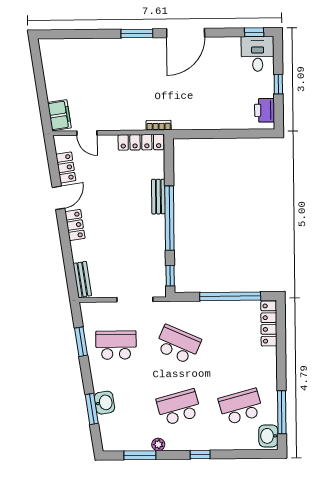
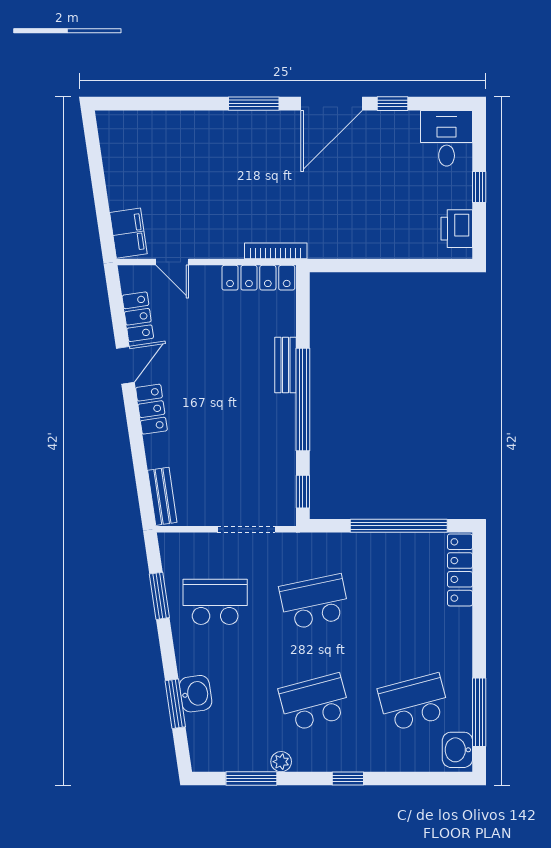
window: (254, 32) -> (392, 104), moved
bookcase: (159, 125) -> (276, 251), width x1.56
school desk: (178, 344) -> (314, 602), turned -36

